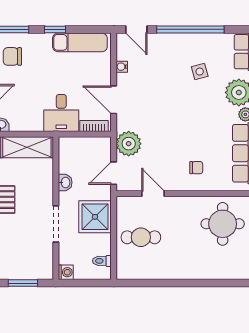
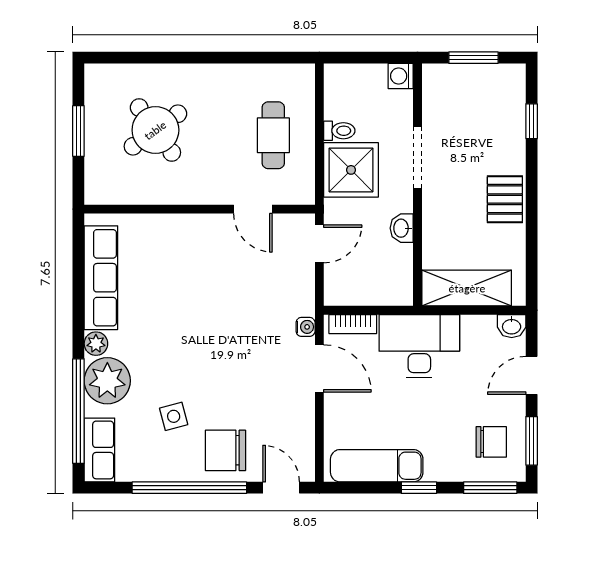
water cooler: (122, 67) -> (306, 327), moved
desk: (61, 113) -> (419, 346), width x1.37
plant: (129, 144) -> (294, 294), removed
chair: (196, 168) -> (225, 450), moved, width x1.87, depth x1.87
round table: (223, 224) -> (155, 130), moved, turned -36
cafe table: (141, 237) -> (273, 135), turned 90
toilet: (102, 261) -> (339, 131), moved

